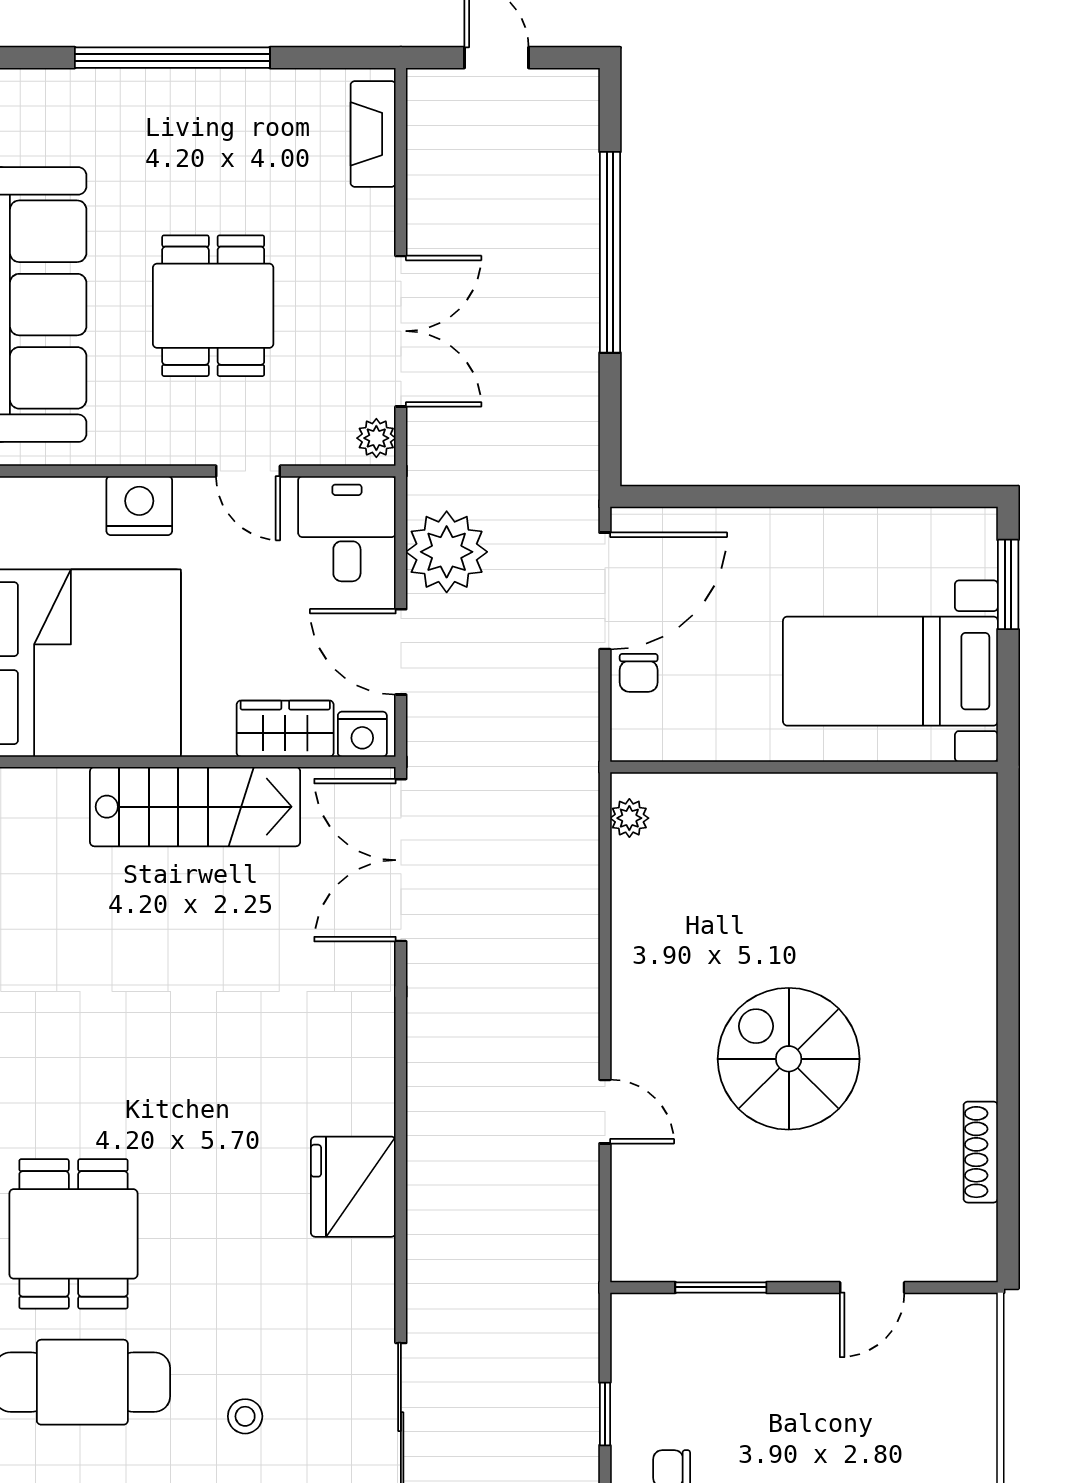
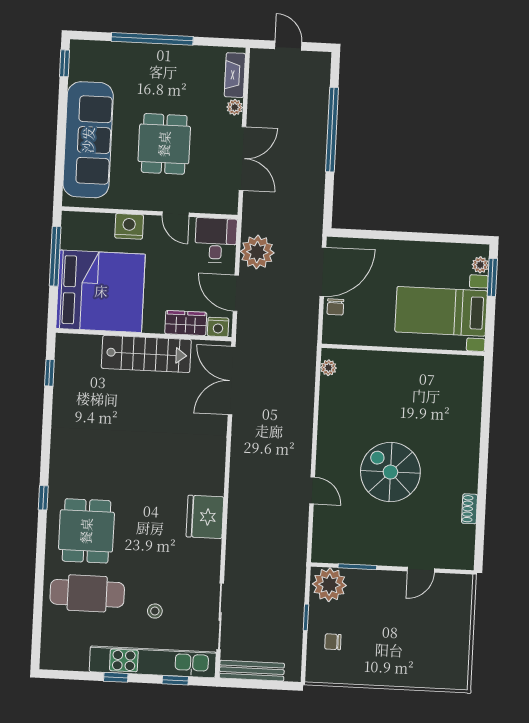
plant: (376, 438) -> (235, 107), moved
plant: (978, 556) -> (480, 265), added
shoe rack: (981, 1152) -> (469, 509), width x0.70
plant: (657, 1333) -> (329, 585), added

